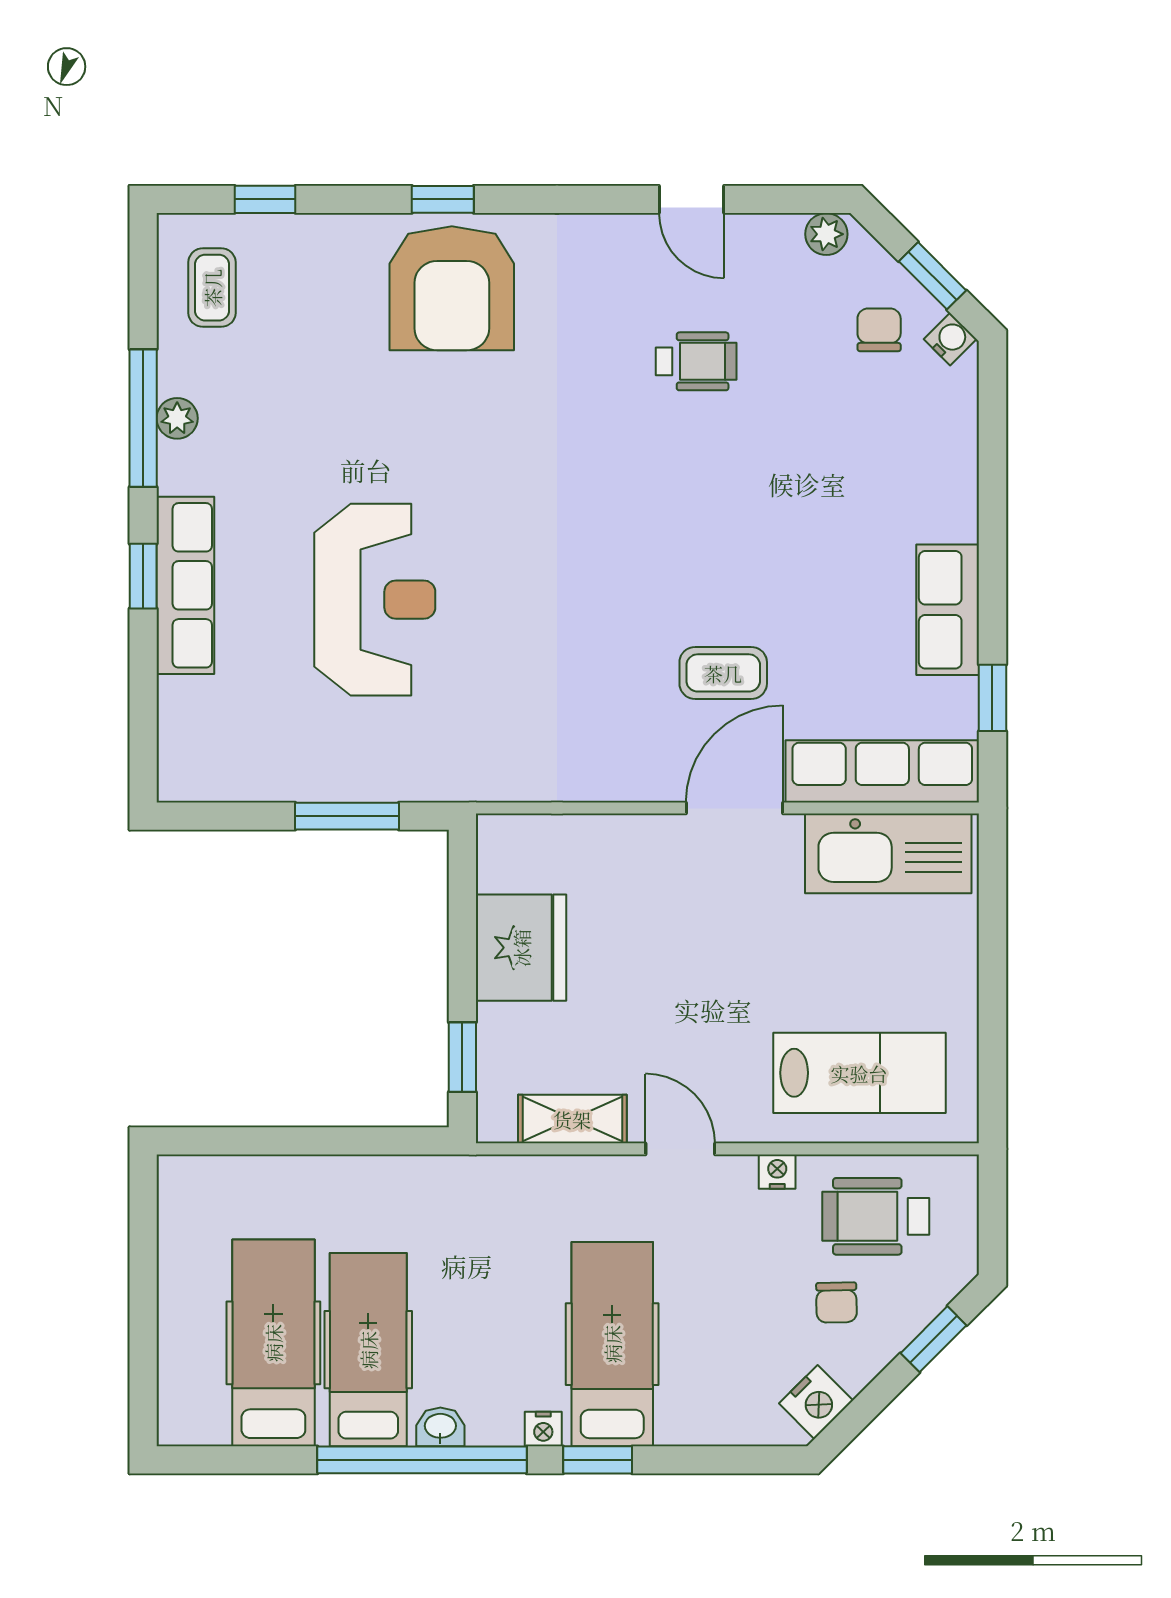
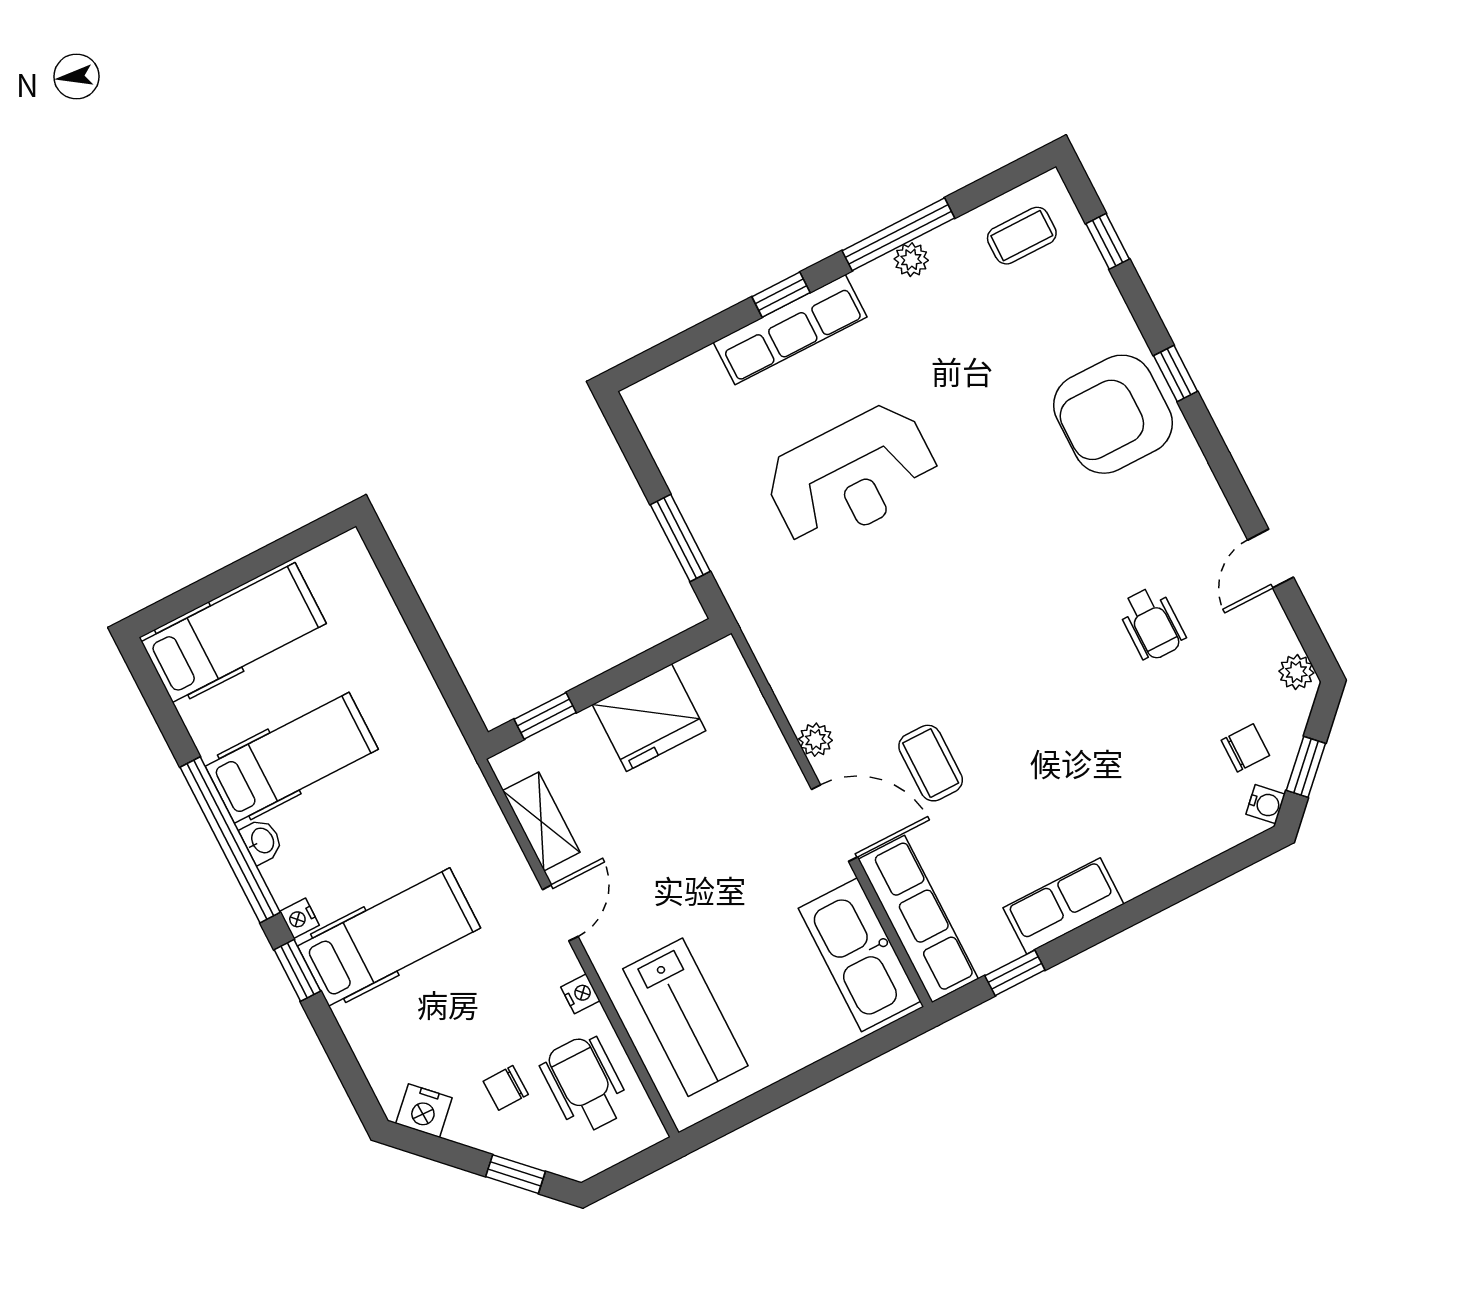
plant: (635, 783) -> (816, 740), added
hospital bed: (273, 1343) -> (234, 633), moved

